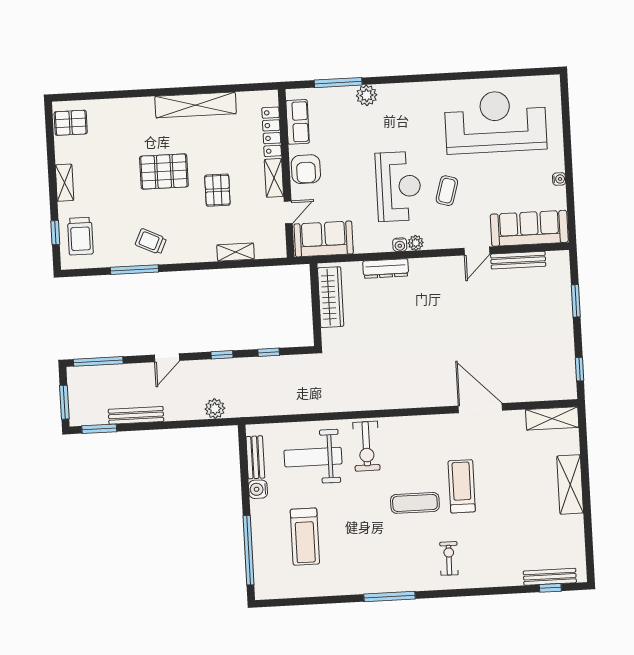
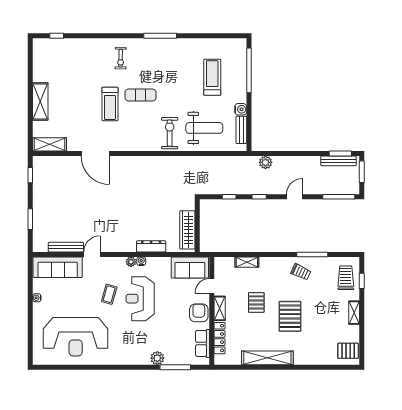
pallet: (164, 172) -> (290, 316), turned 90
bench: (136, 415) -> (338, 161), moved
bench: (550, 577) -> (57, 43), removed

